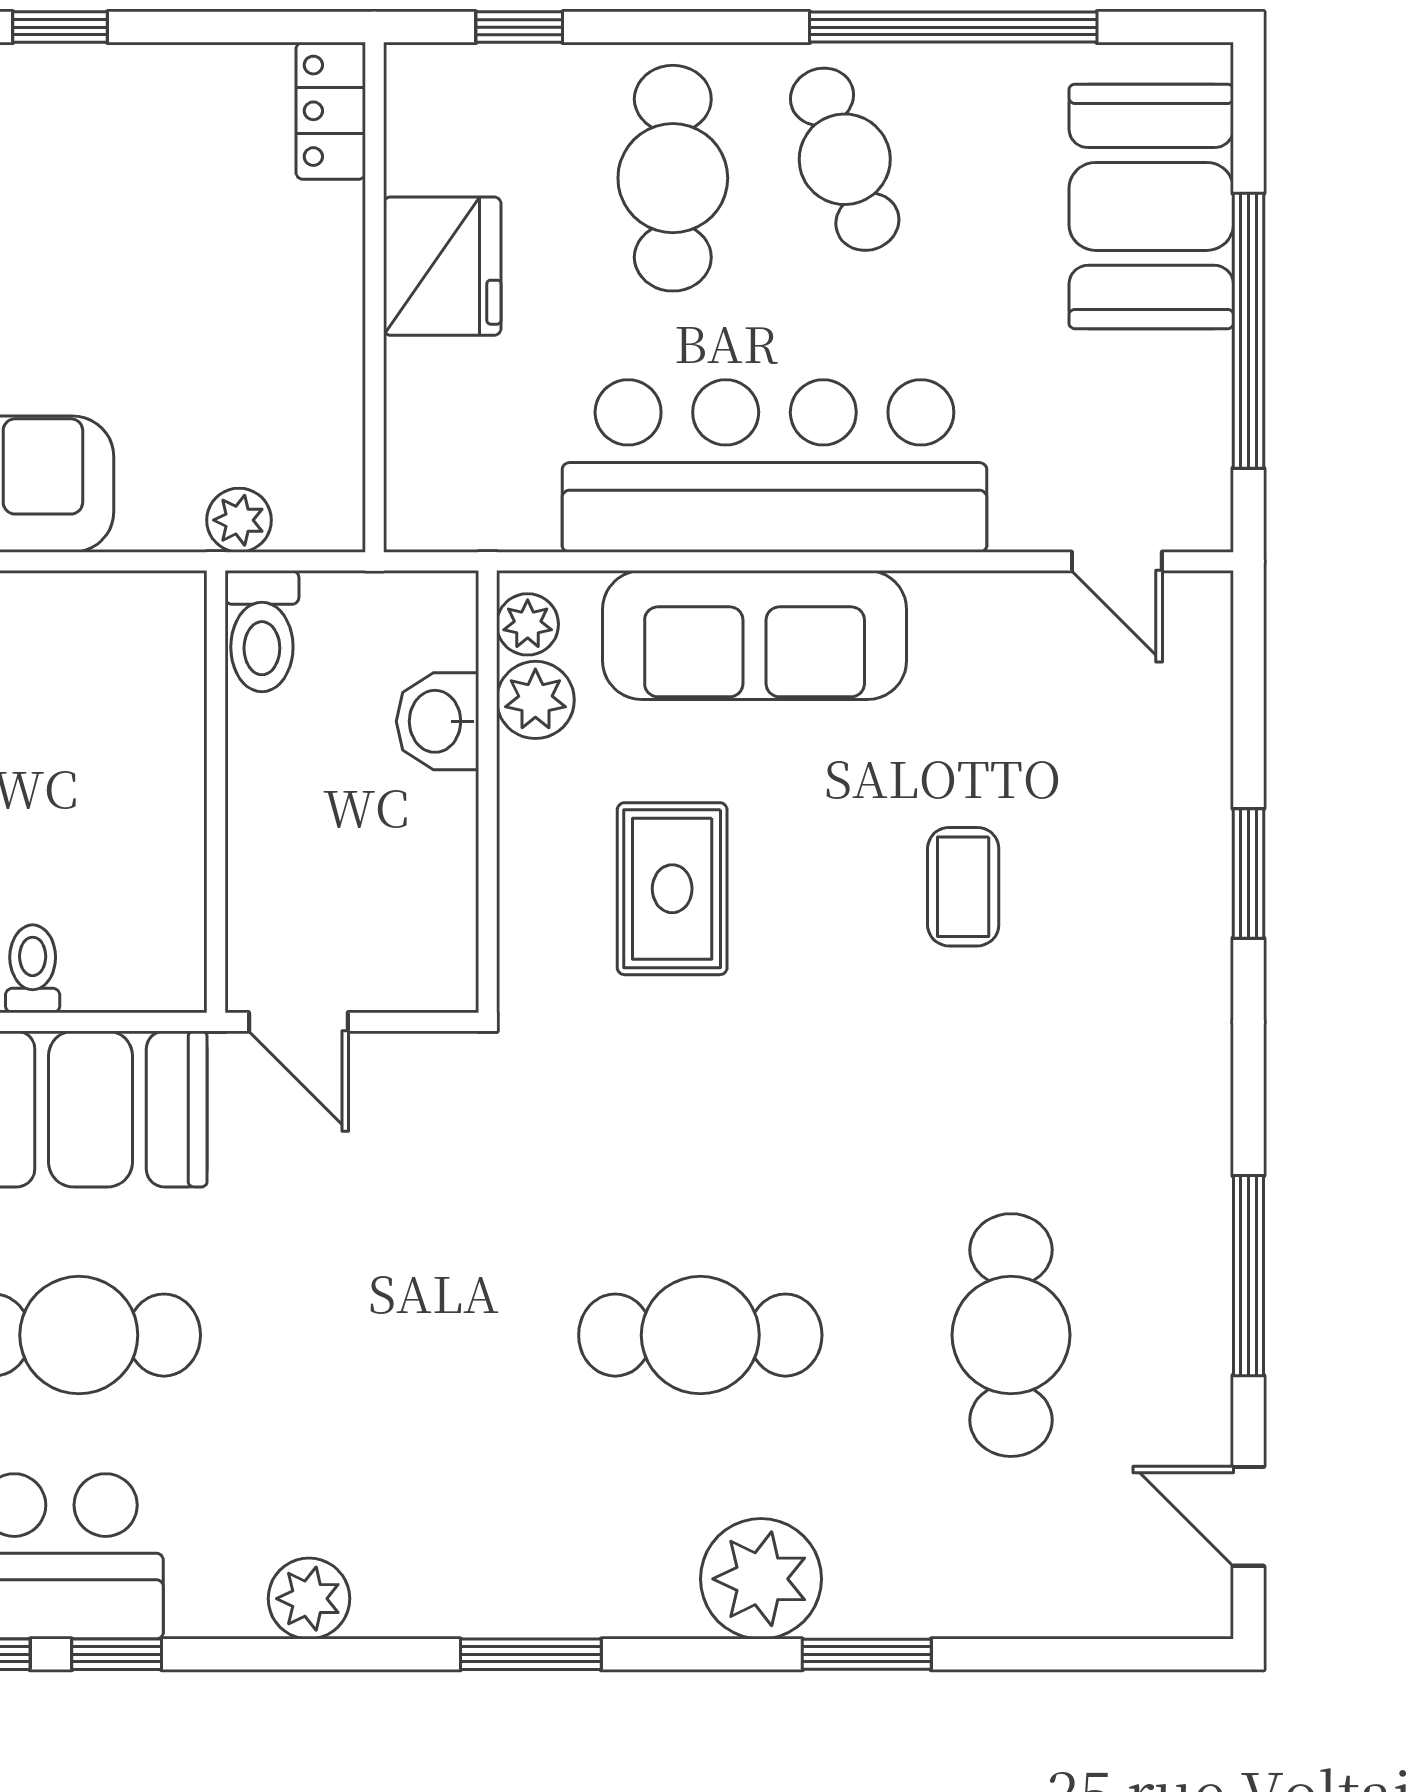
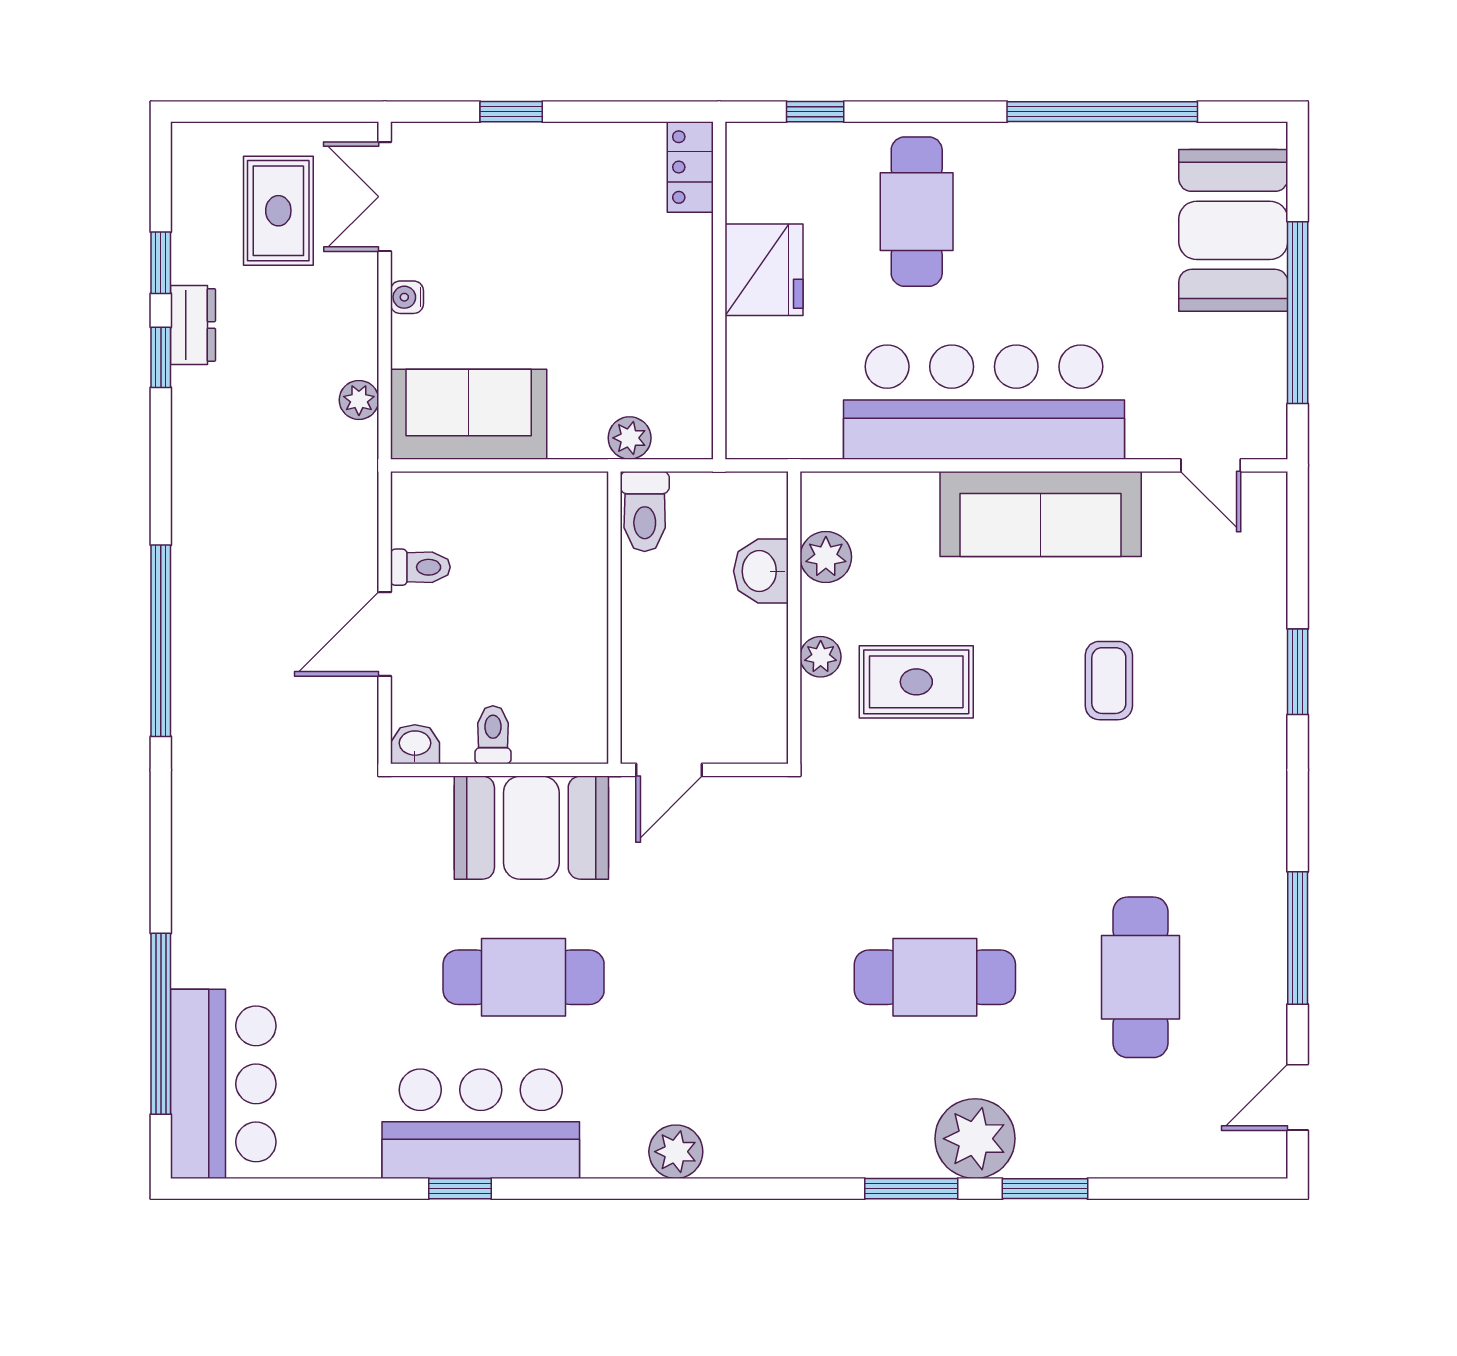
cafe table: (845, 159) -> (1030, 199), removed
plant: (528, 624) -> (821, 657), moved
sofa: (755, 635) -> (1041, 514), moved
rug: (672, 889) -> (916, 682), turned 90
door: (298, 1022) -> (669, 770), hinge flipped
door: (1248, 1516) -> (1298, 1097), hinge flipped
window: (117, 1654) -> (549, 1189), removed
window: (531, 1654) -> (911, 1189), moved

